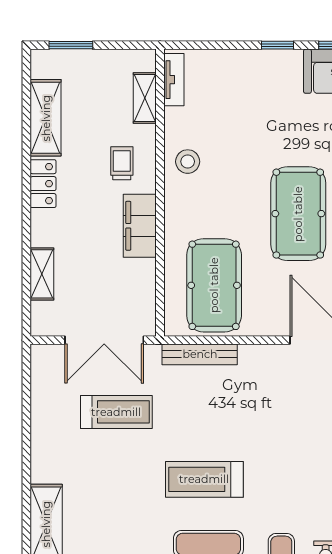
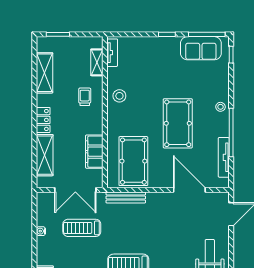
locker: (43, 184) -> (43, 120), moved
filing cabinet: (140, 226) -> (94, 152), moved
shelving: (42, 274) -> (45, 155), width x1.50, depth x1.33
treadmill: (116, 412) -> (82, 228), turned 180
water cooler: (39, 418) -> (41, 231), added

